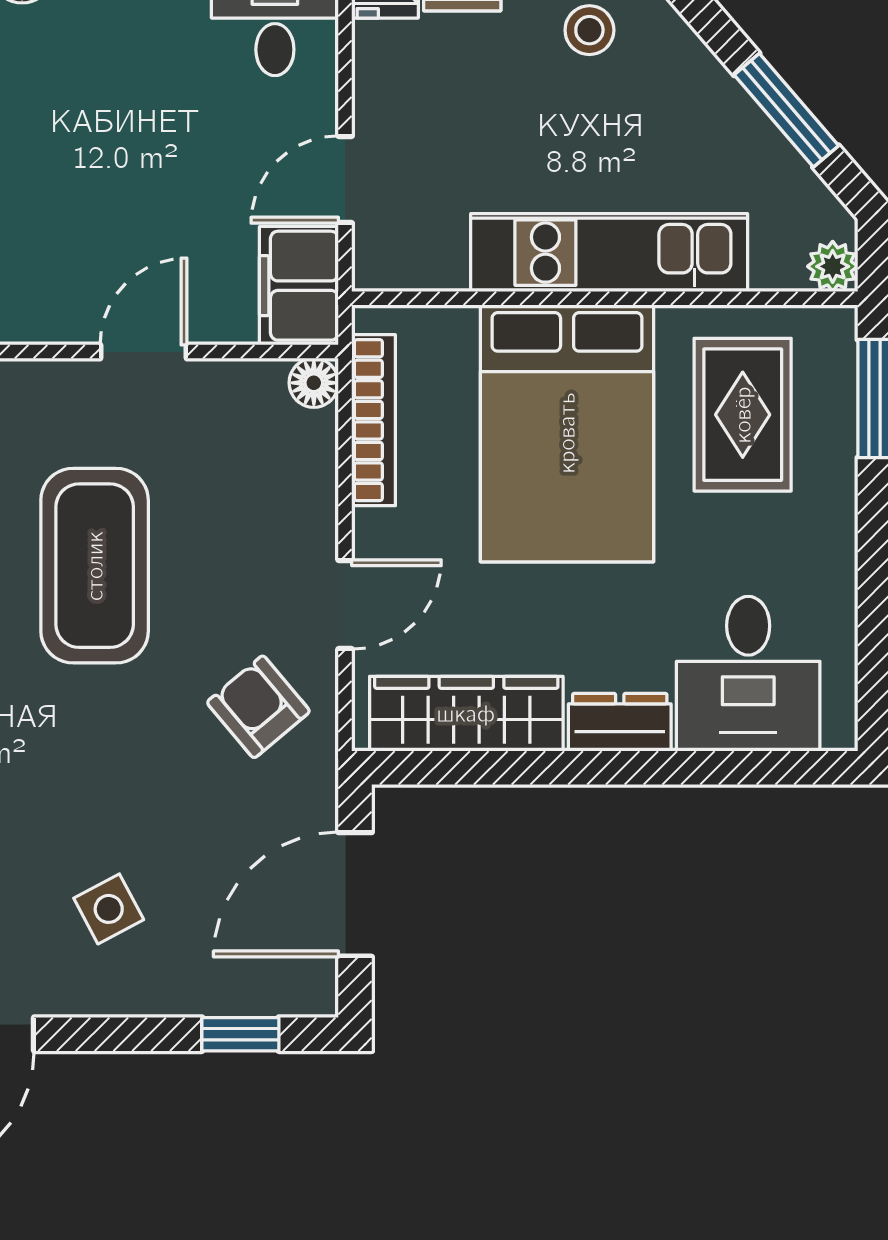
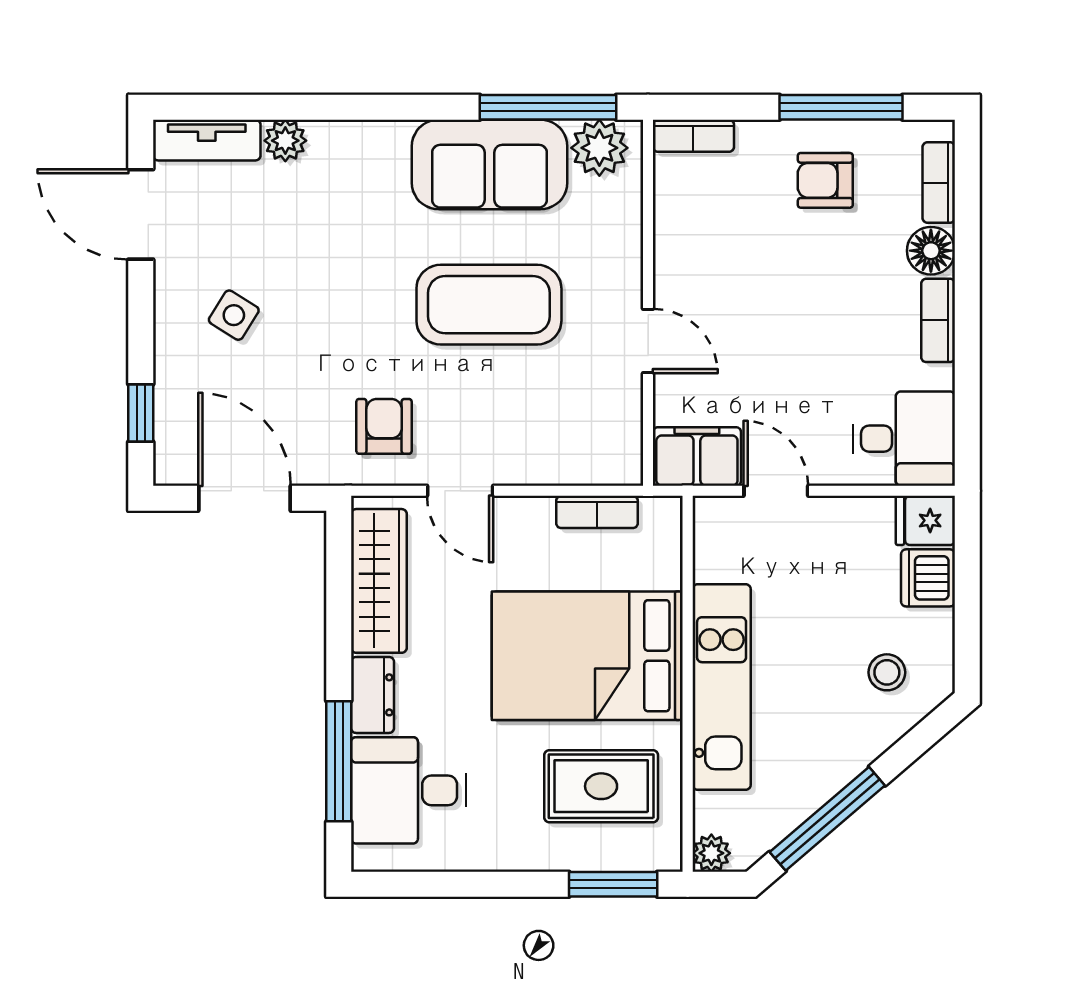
window: (786, 110) -> (827, 819), width x1.44
floor lamp: (314, 383) -> (625, 468), removed
bookcase: (374, 420) -> (597, 512), width x0.64
armchair: (258, 707) -> (384, 426), turned -50
window: (709, 768) -> (339, 761), added
side table: (109, 909) -> (234, 315), turned -30

